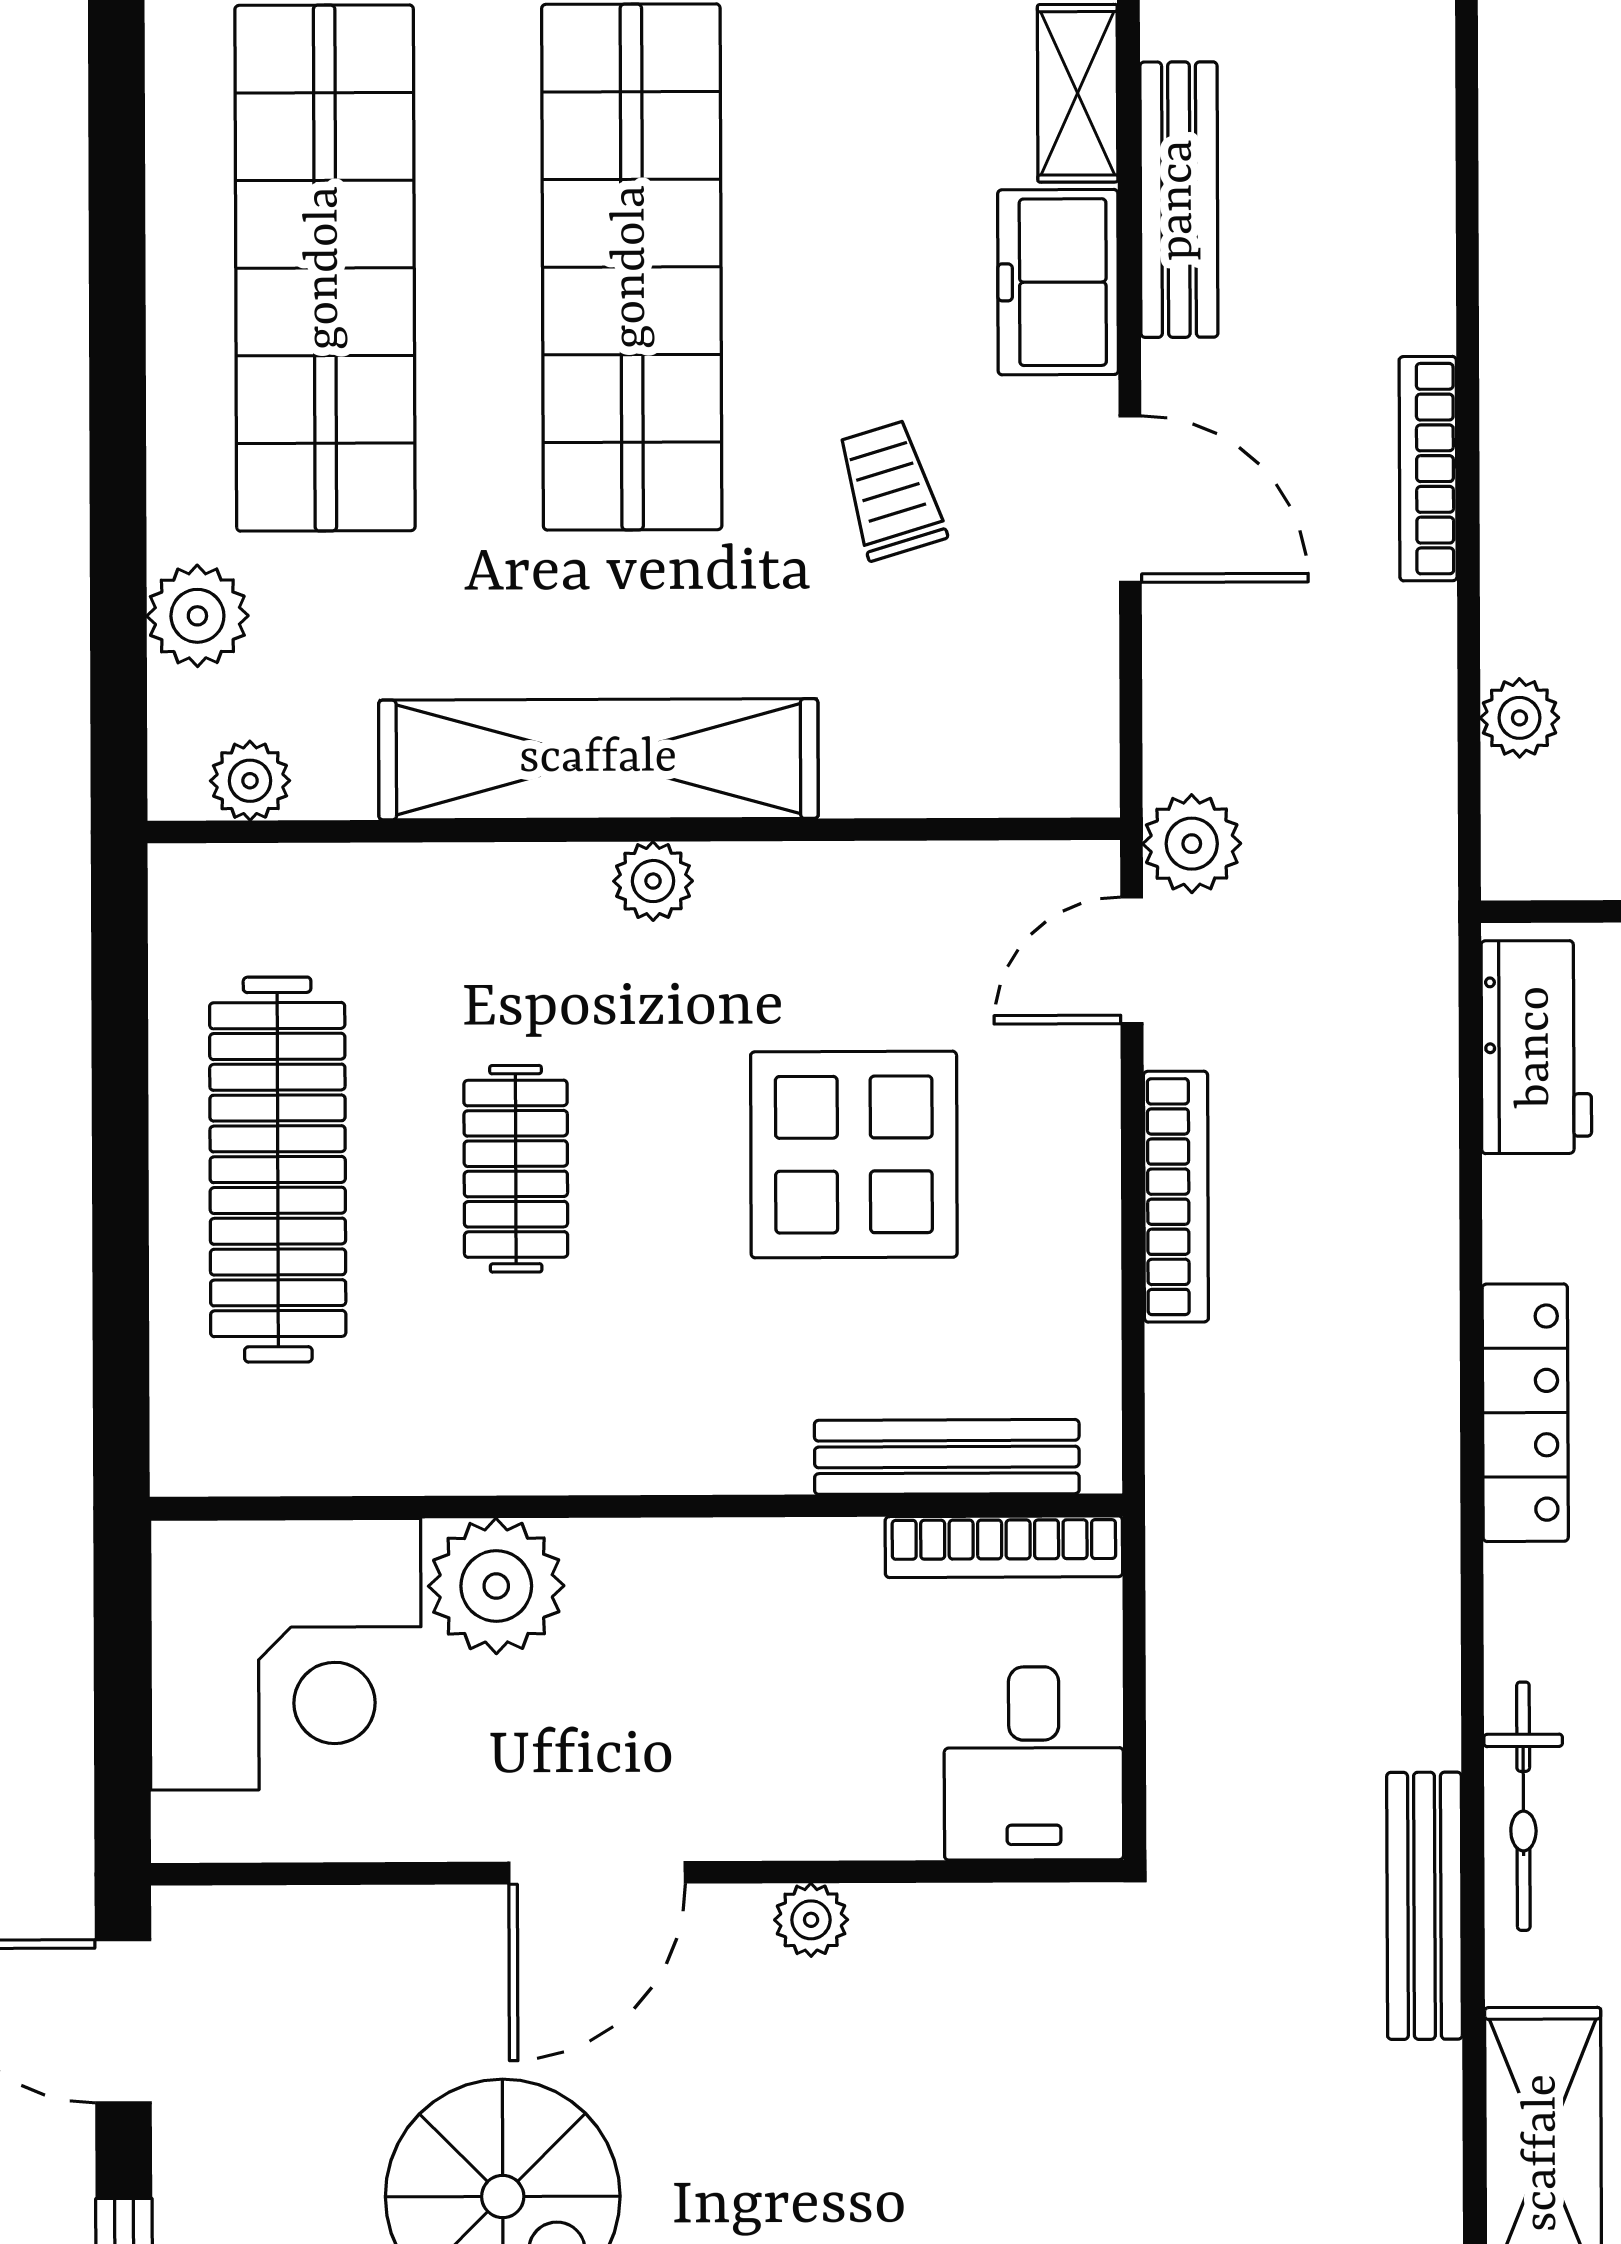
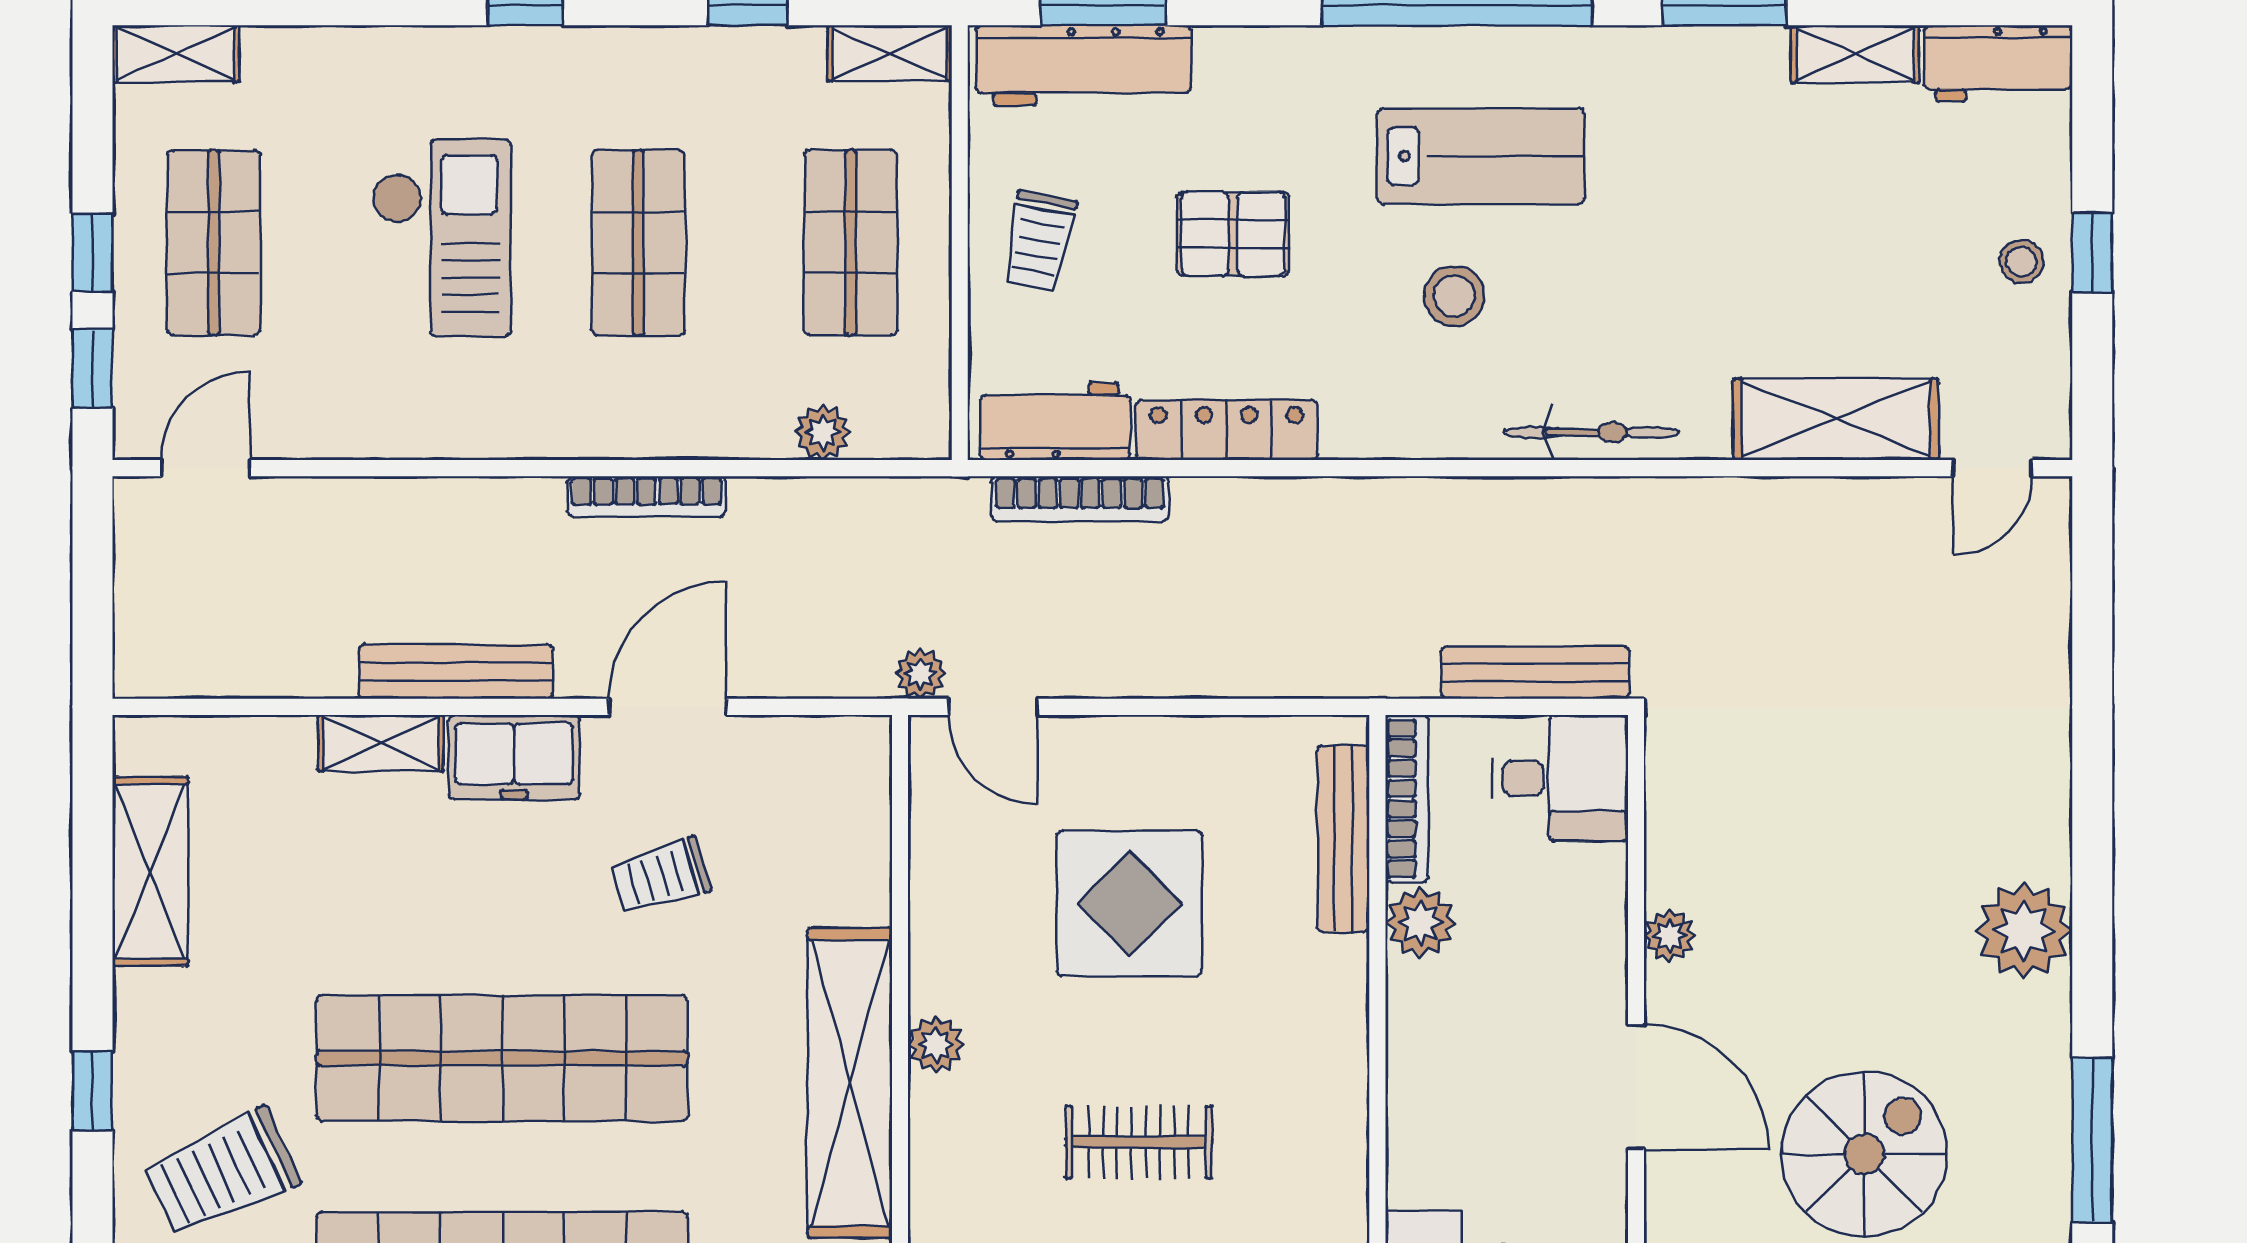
plant: (1192, 844) -> (920, 674), width x0.73, depth x0.73
bookcase: (1176, 1197) -> (1080, 499), moved, turned 180
locker: (1525, 1413) -> (1227, 430), moved
plant: (496, 1586) -> (1421, 923), moved, width x0.73, depth x0.73
bench: (1424, 1906) -> (1535, 672), moved

